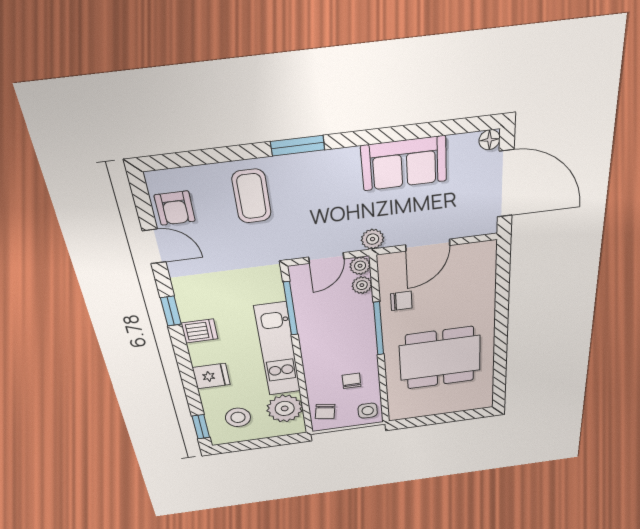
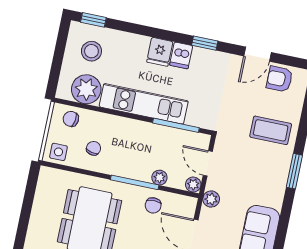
plant: (362, 285) -> (159, 178), moved
fridge: (211, 376) -> (160, 52), moved
chair: (352, 381) -> (93, 148), turned -78

